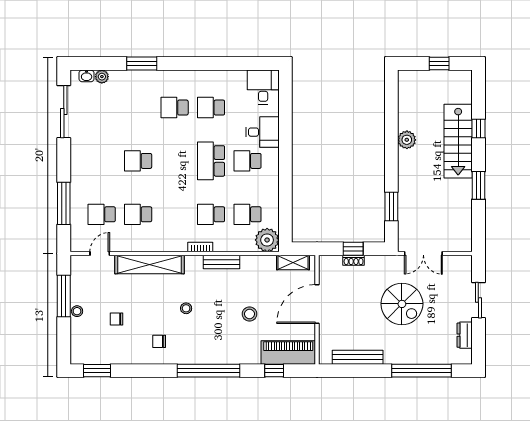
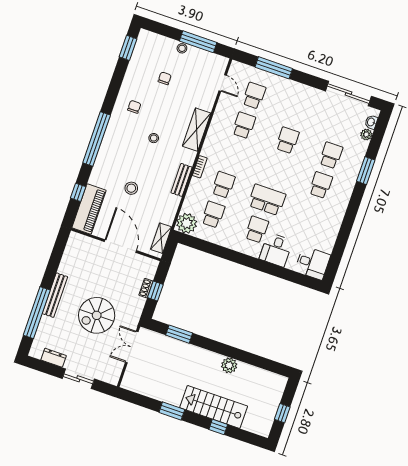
school desk: (211, 108) -> (331, 155), moved
shelving: (150, 265) -> (197, 130), width x0.68
bench: (358, 357) -> (55, 295), moved

